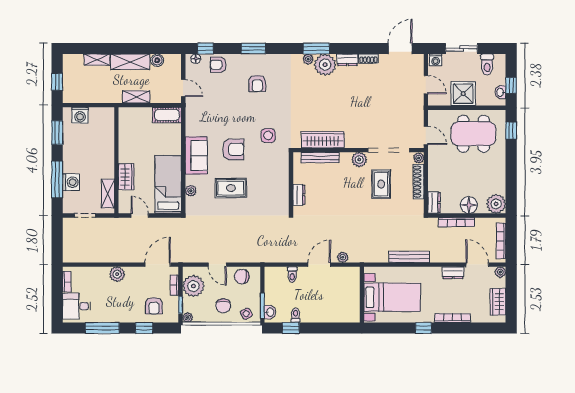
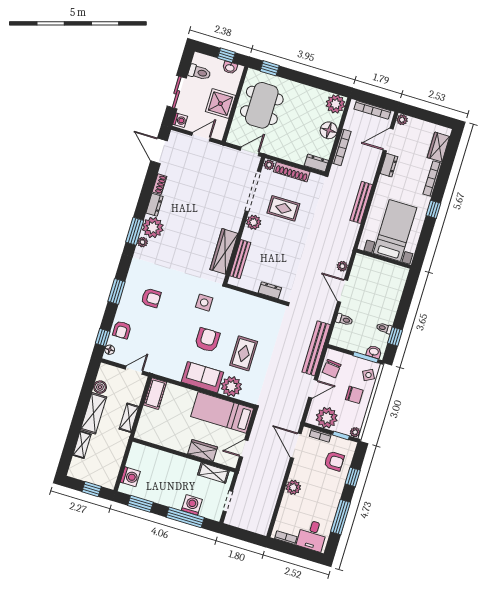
plant: (191, 191) -> (231, 386), width x1.88, depth x1.88
bench: (257, 256) -> (316, 348), added
wardrobe: (498, 302) -> (438, 147), moved, turned 90

